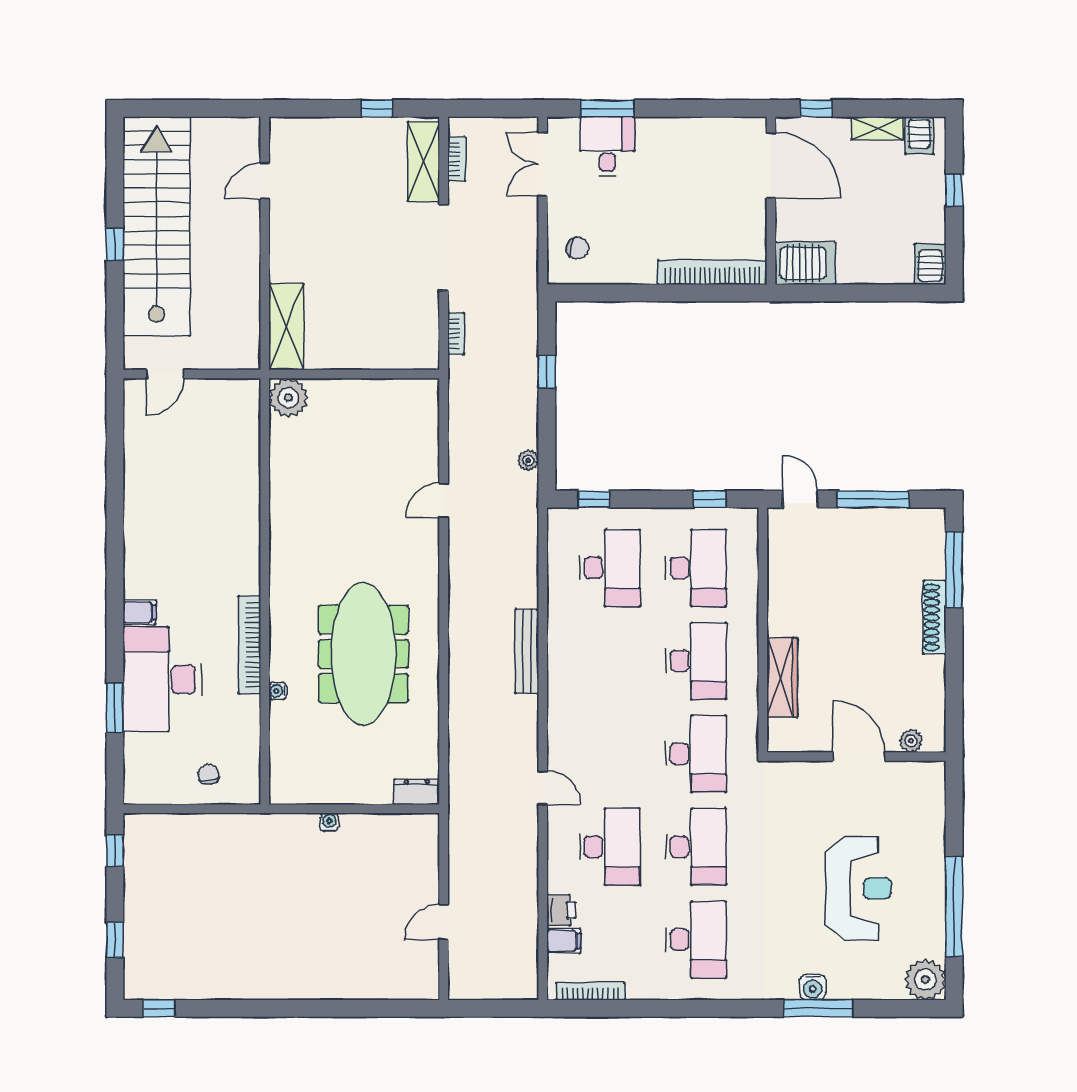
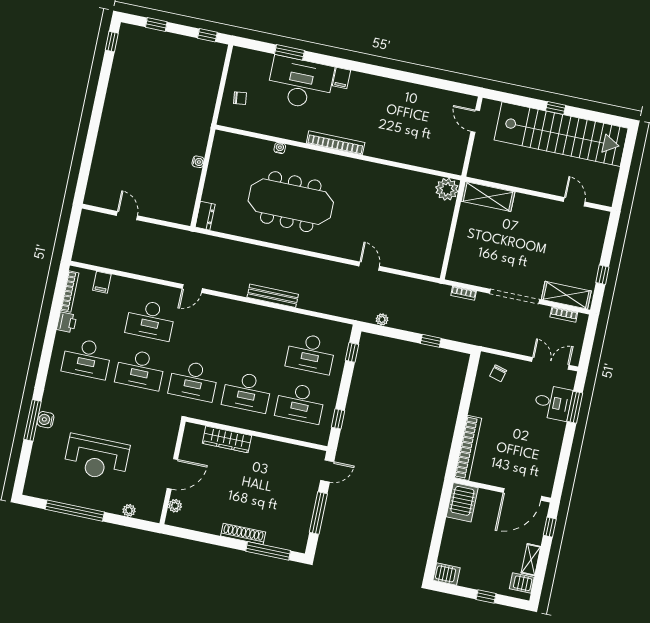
bookcase: (250, 645) -> (336, 143), moved
printer: (561, 910) -> (67, 322), moved, turned -90
plant: (925, 980) -> (129, 510), moved, width x0.53, depth x0.53

